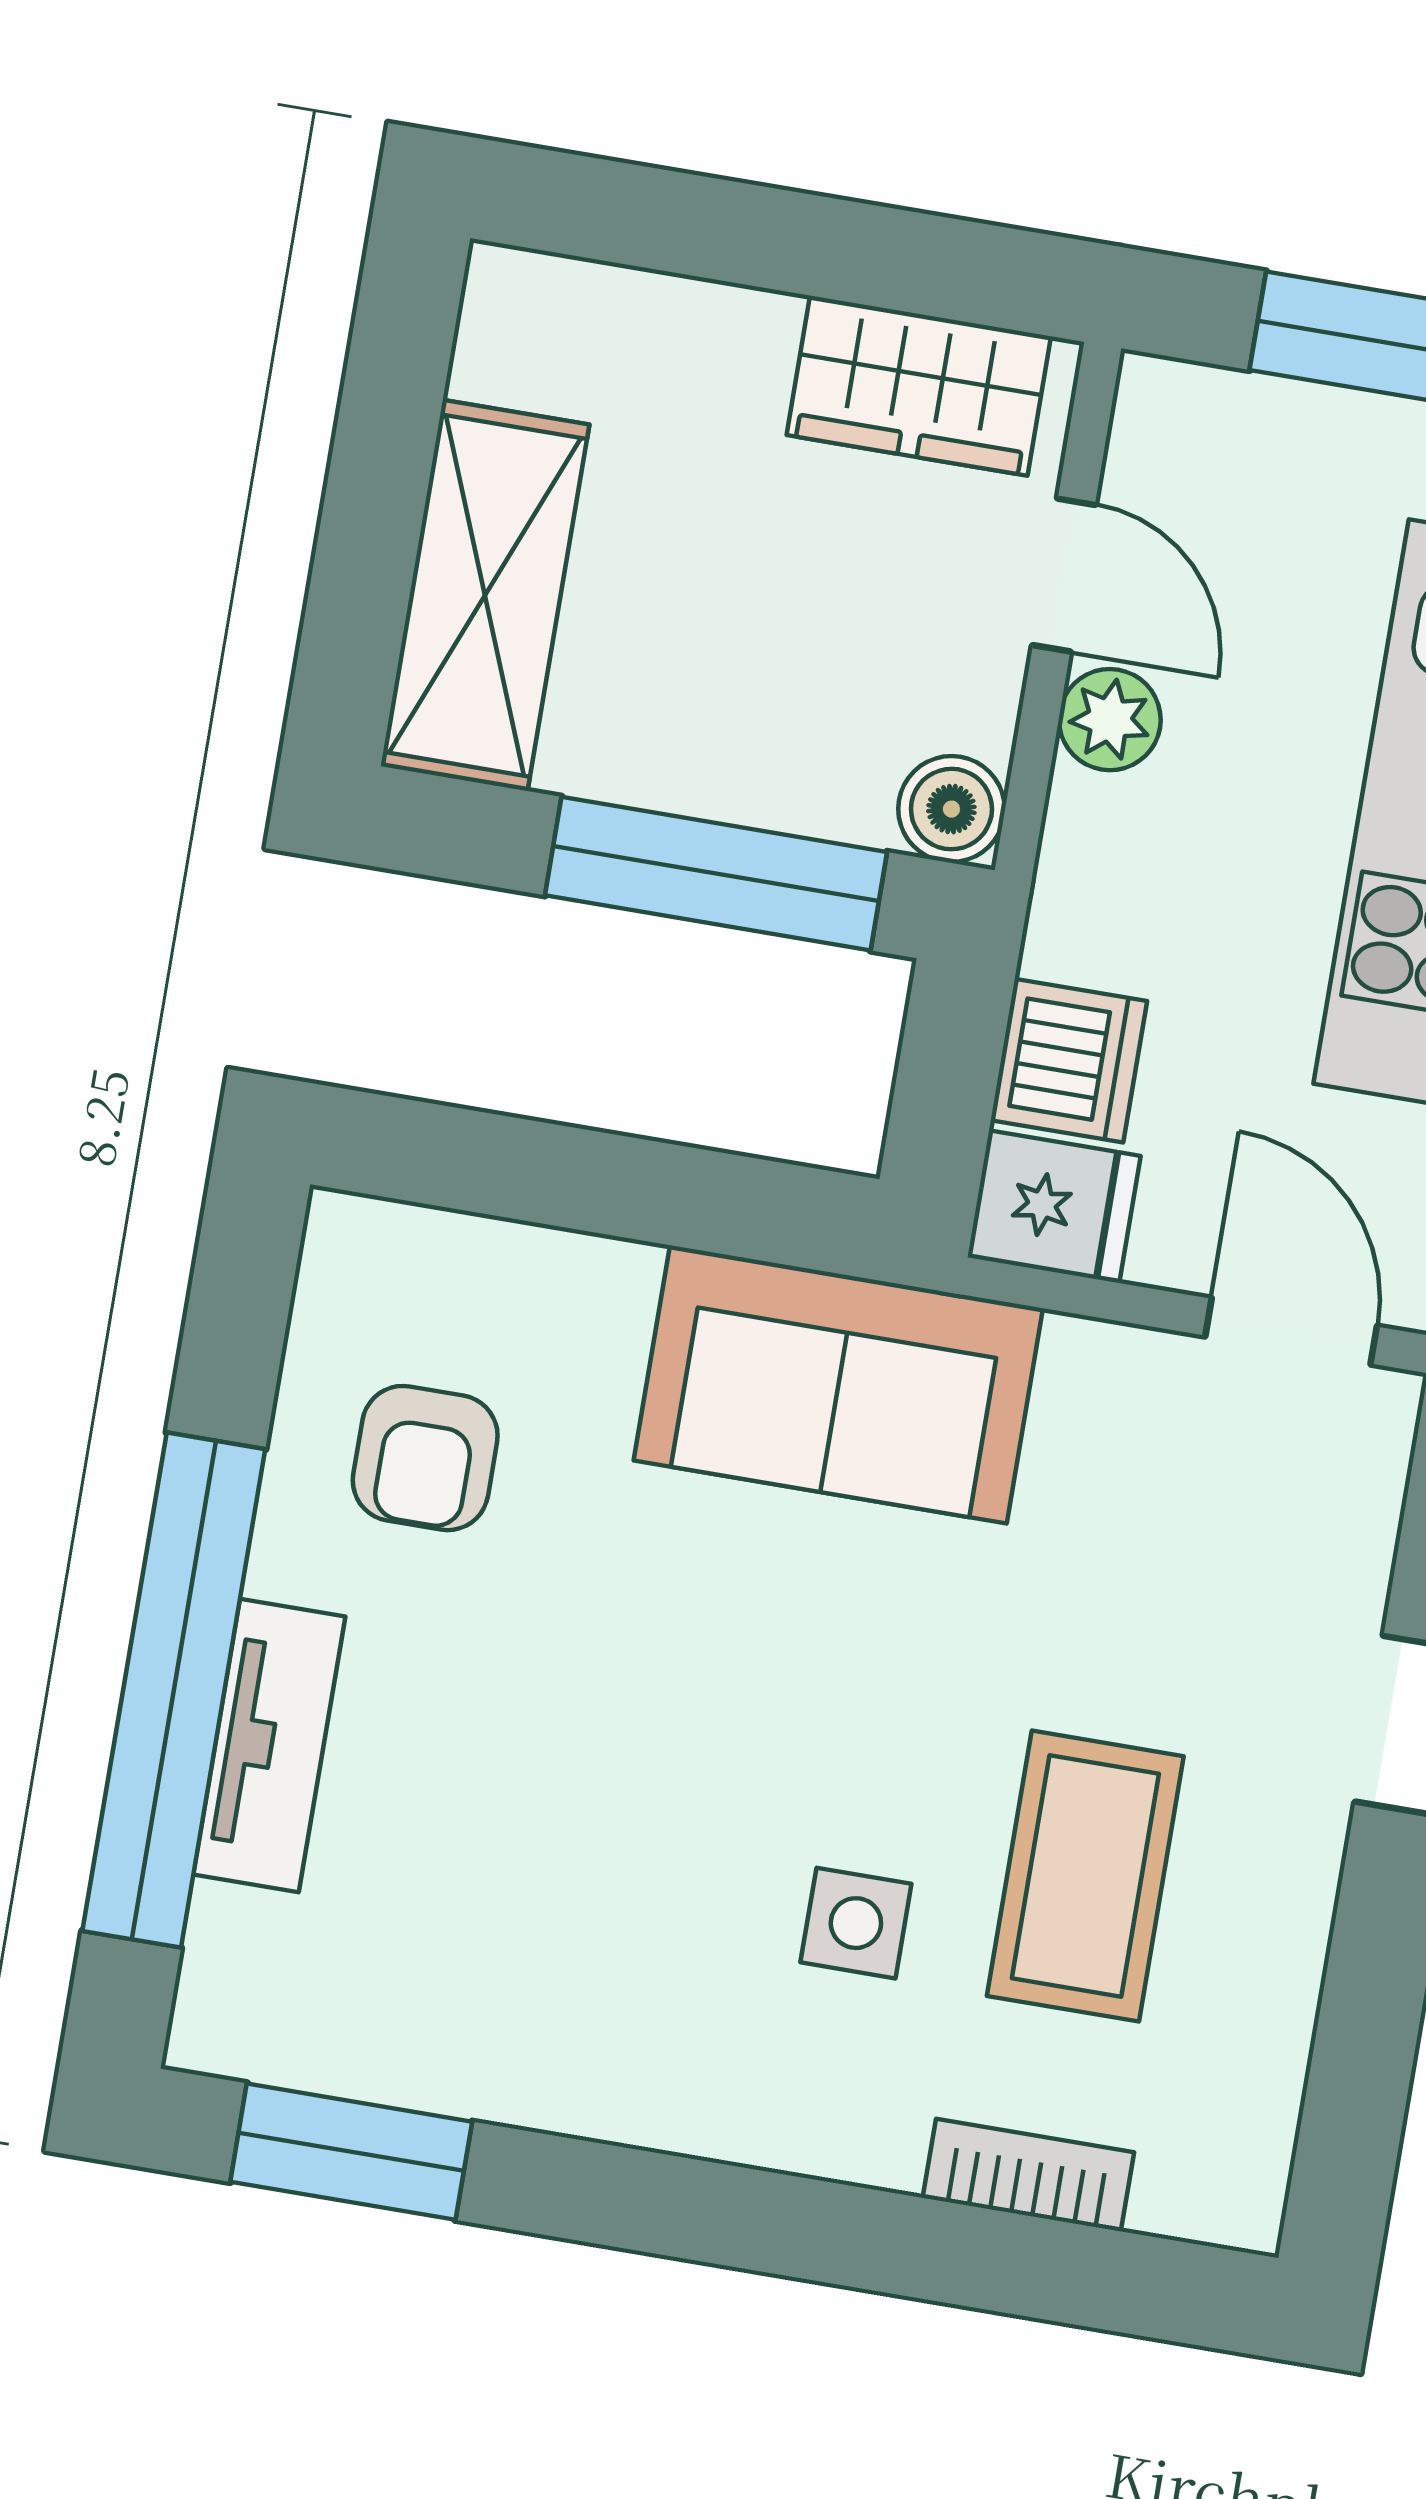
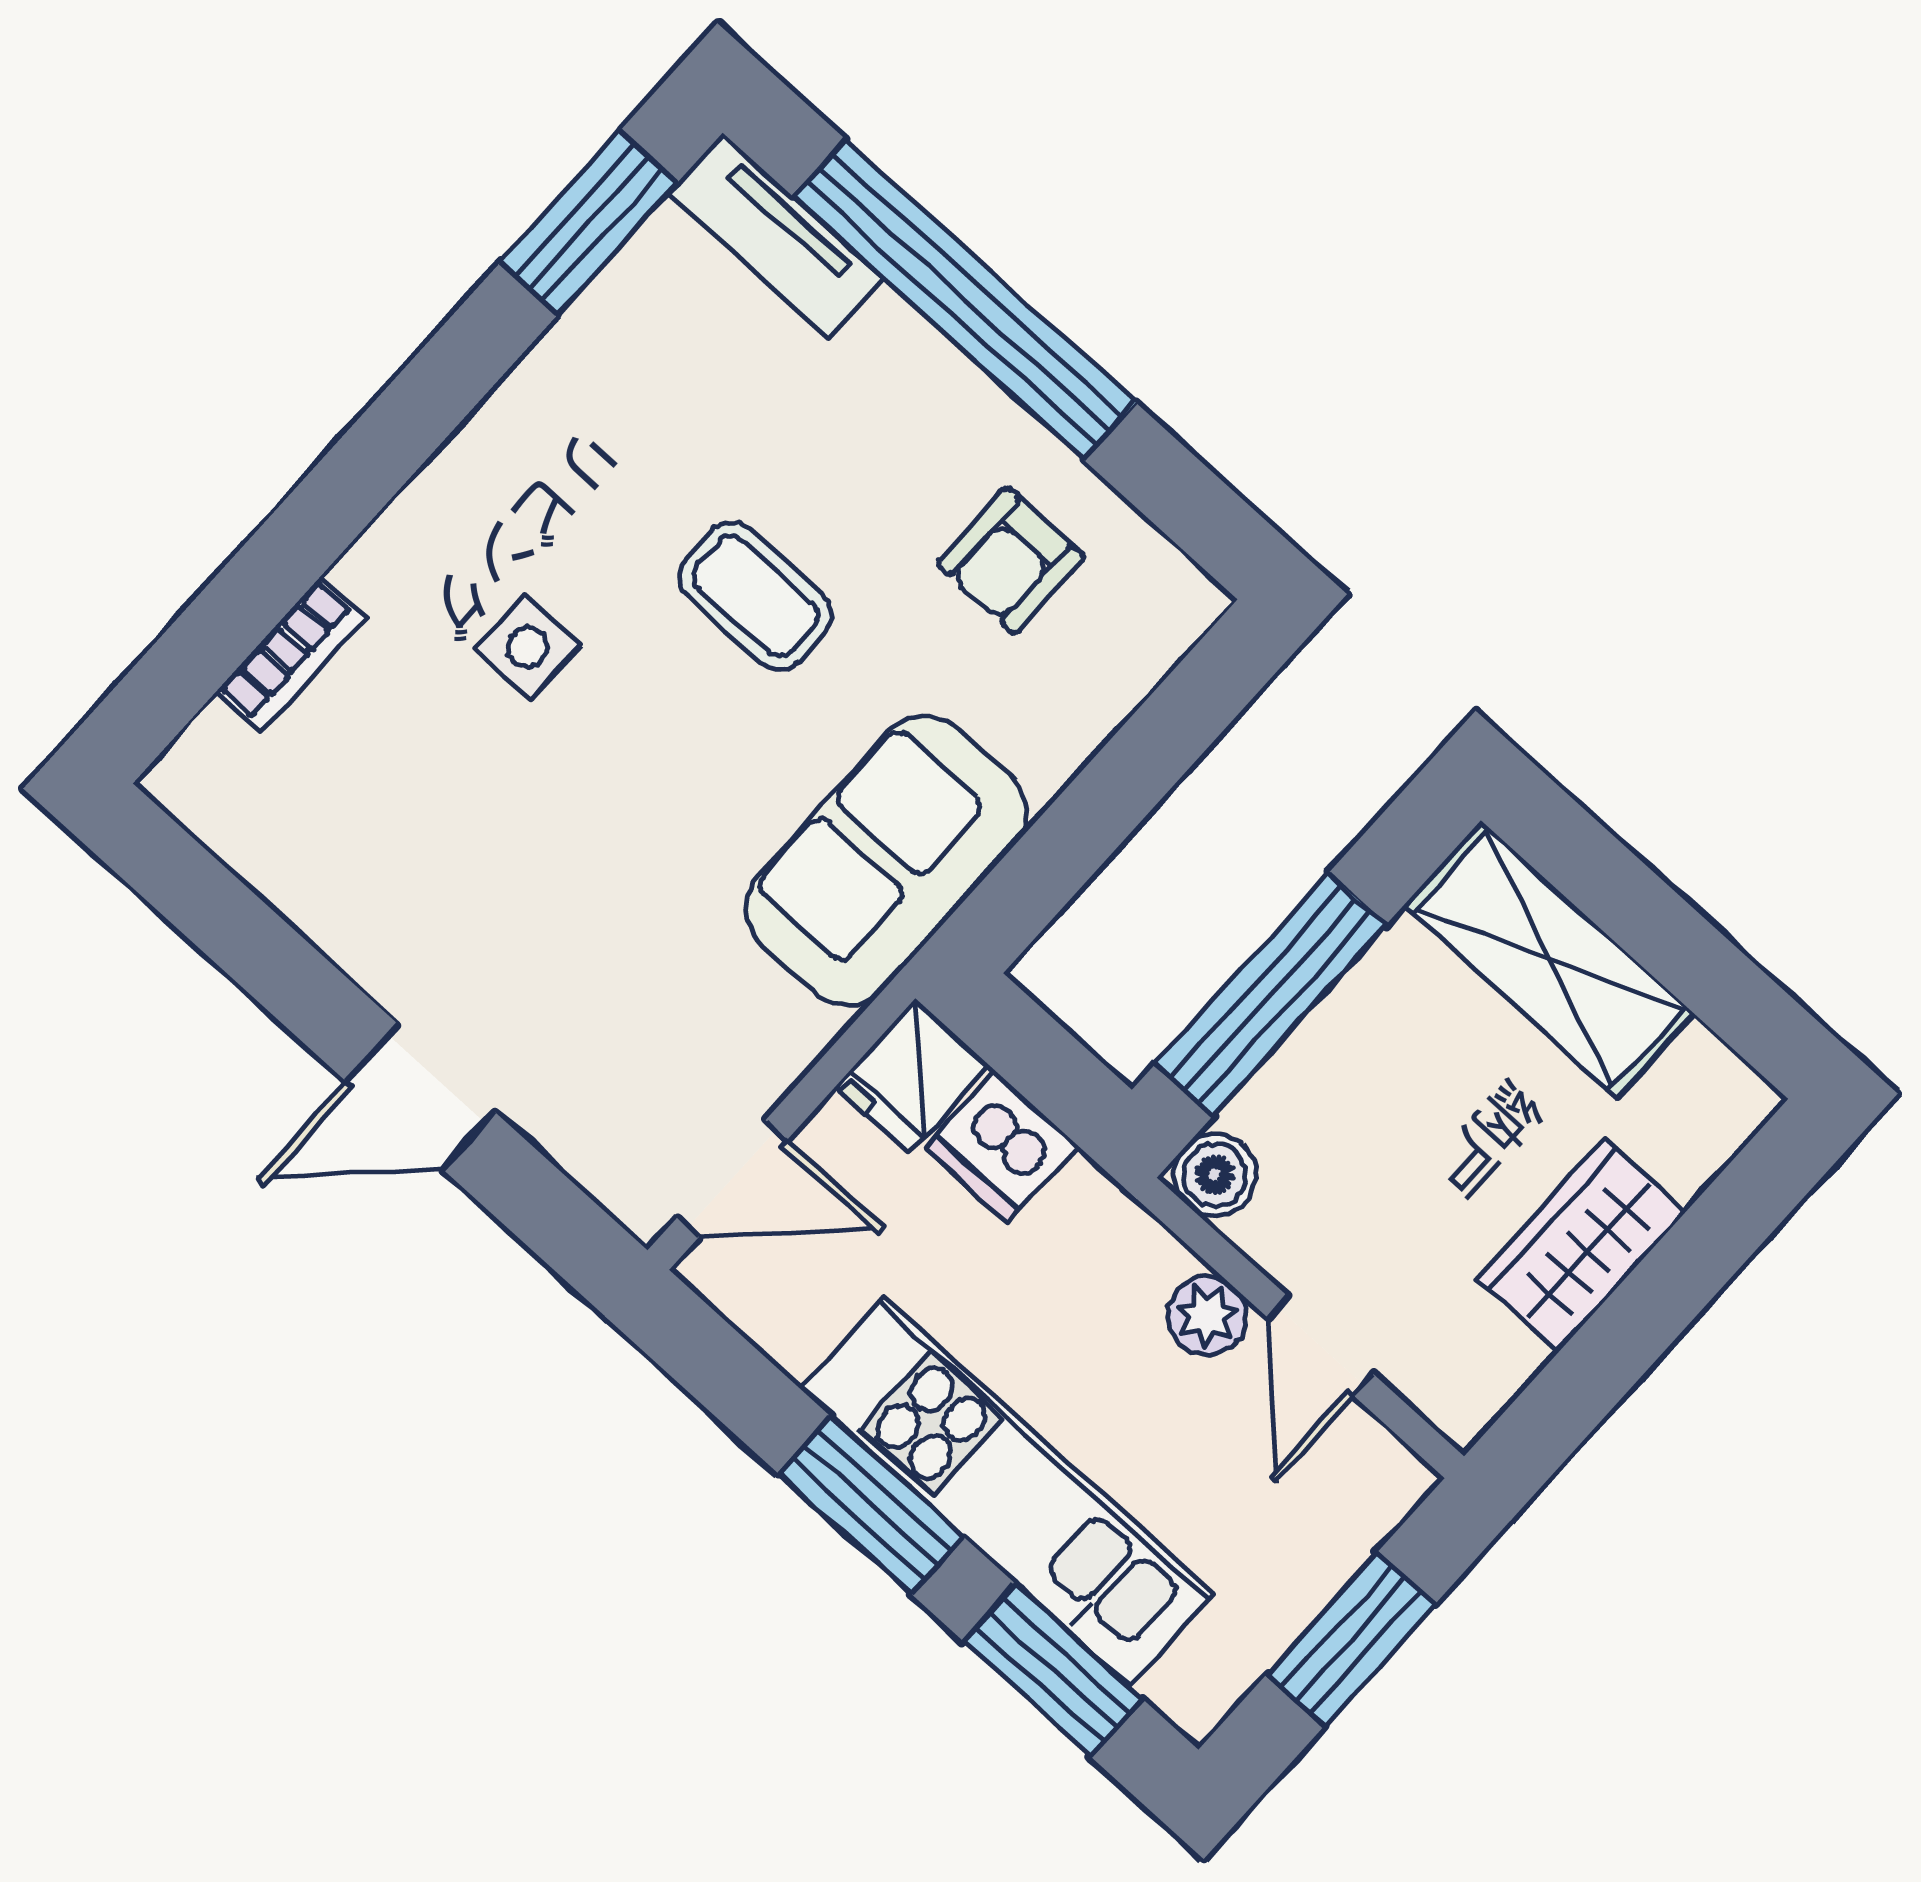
wardrobe: (919, 386) -> (1581, 1246), moved
door: (1064, 575) -> (1321, 1346), hinge flipped
armchair: (425, 1458) -> (1011, 560), turned -90
tv unit: (269, 1746) -> (775, 236), moved
coffee table: (1085, 1876) -> (755, 596), moved, width x0.73, depth x0.77

